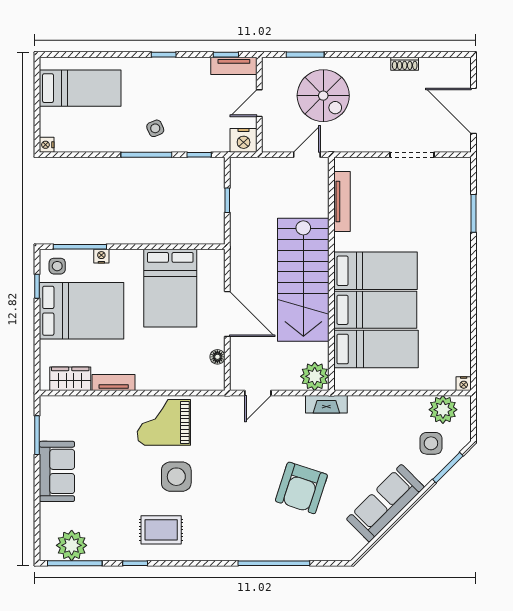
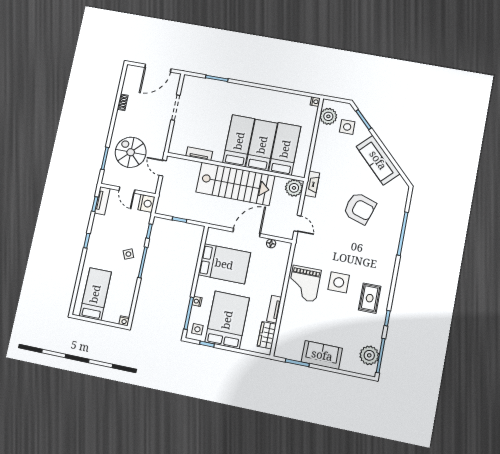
spiral stairs: (323, 96) -> (131, 152), turned -90
tv unit: (342, 202) -> (199, 154), width x0.71

